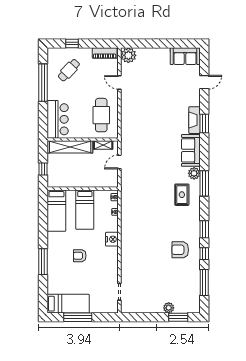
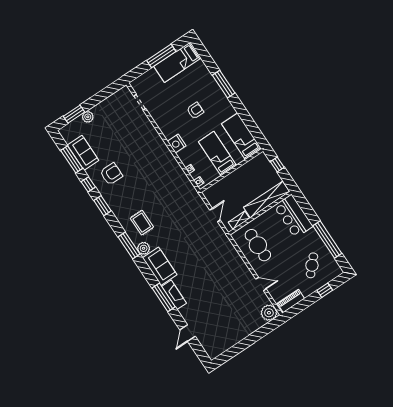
sofa: (185, 56) -> (83, 153), moved, turned 90
window: (204, 124) -> (164, 297), width x1.44

